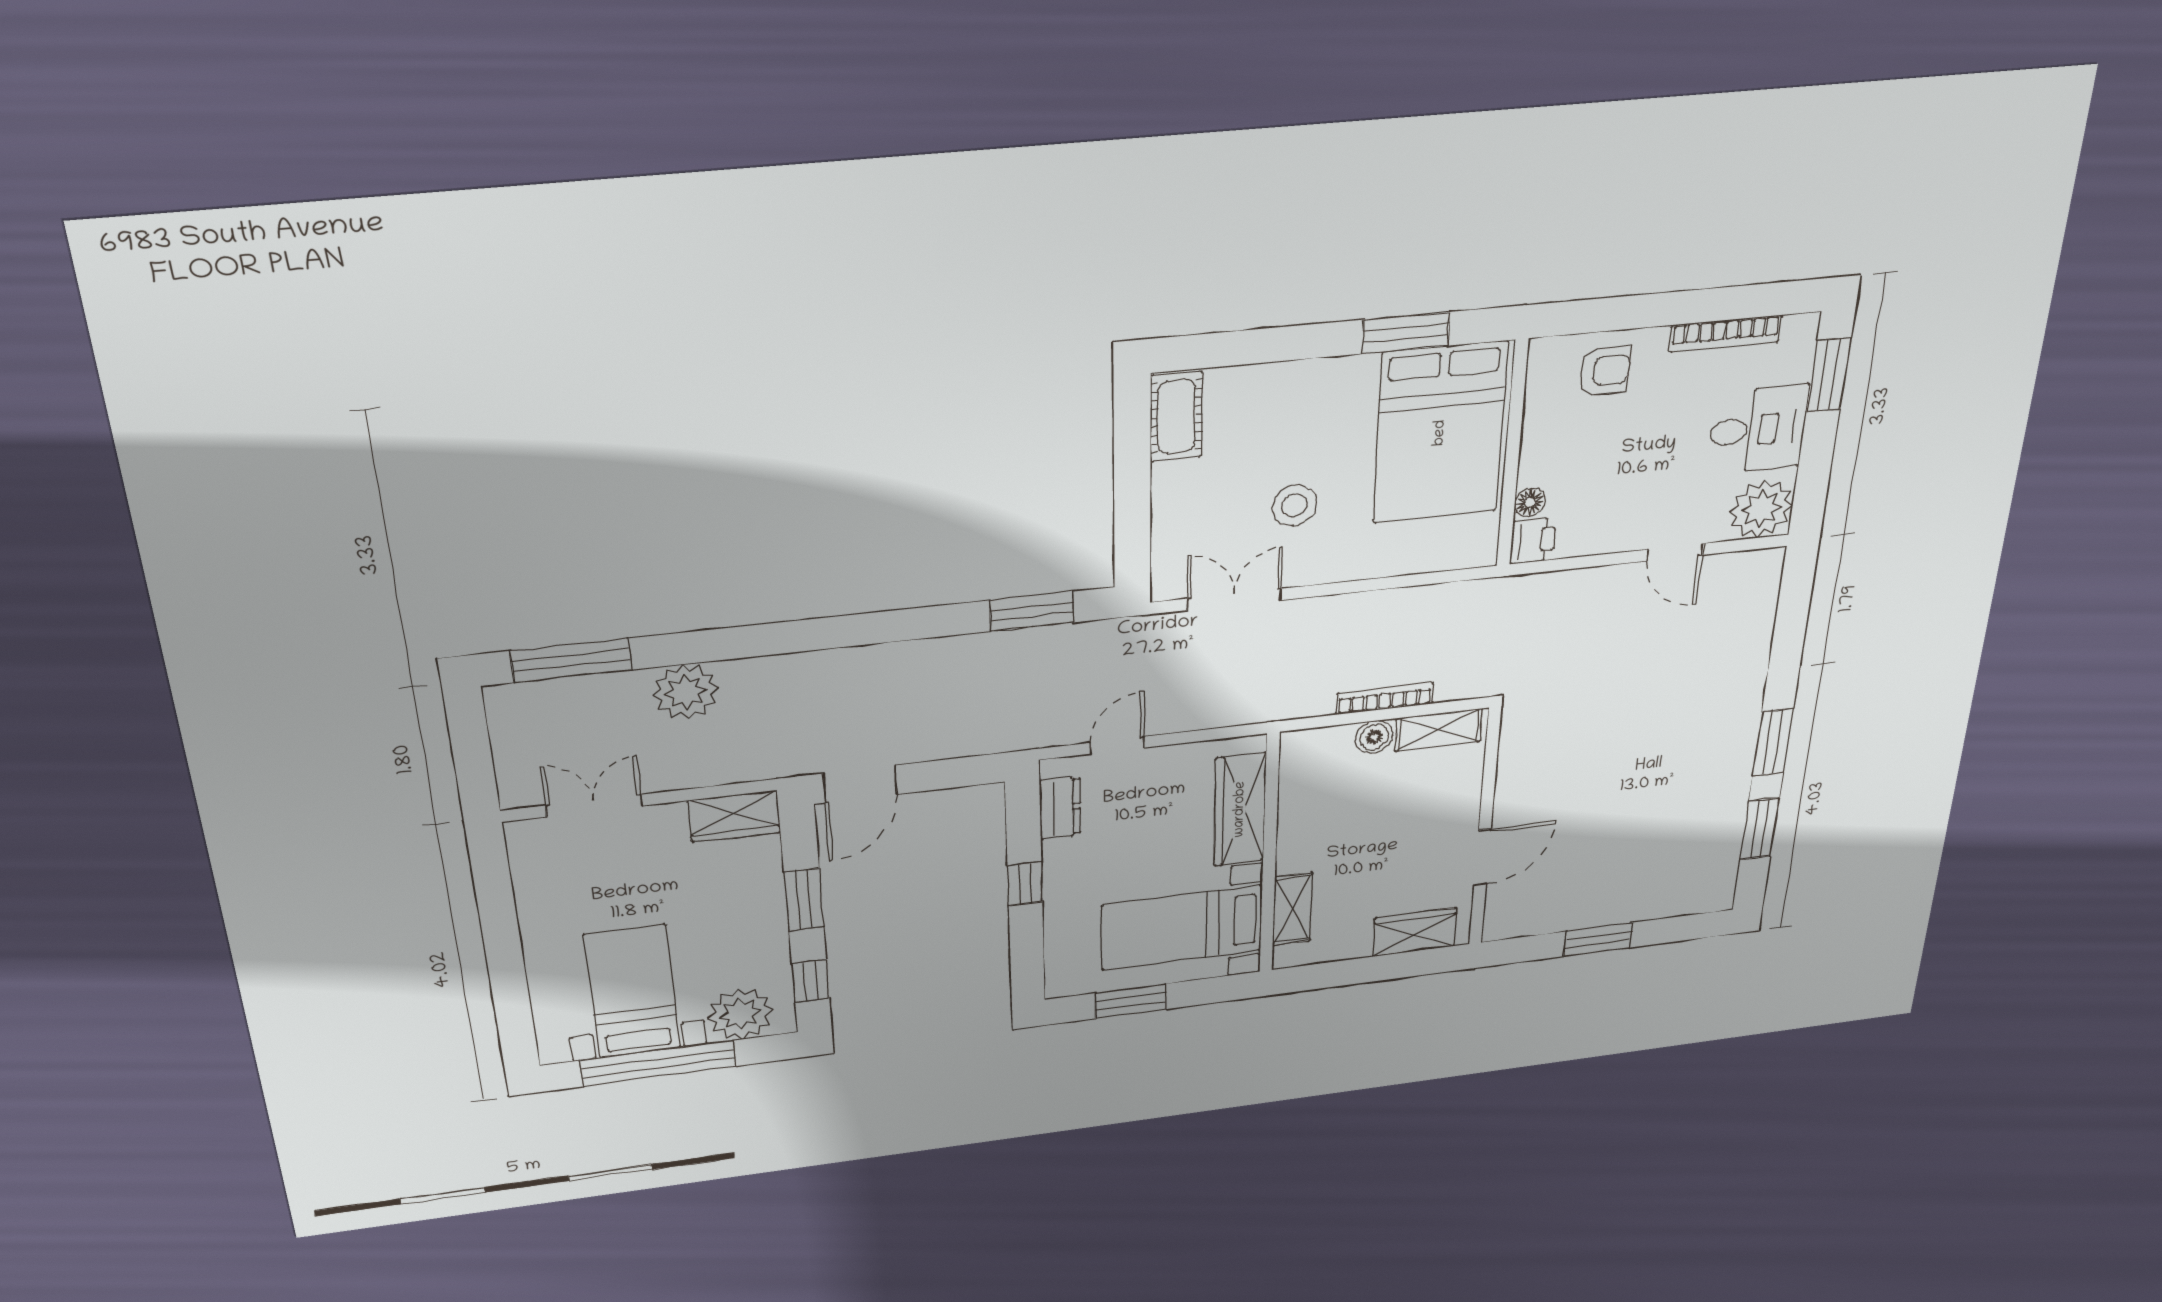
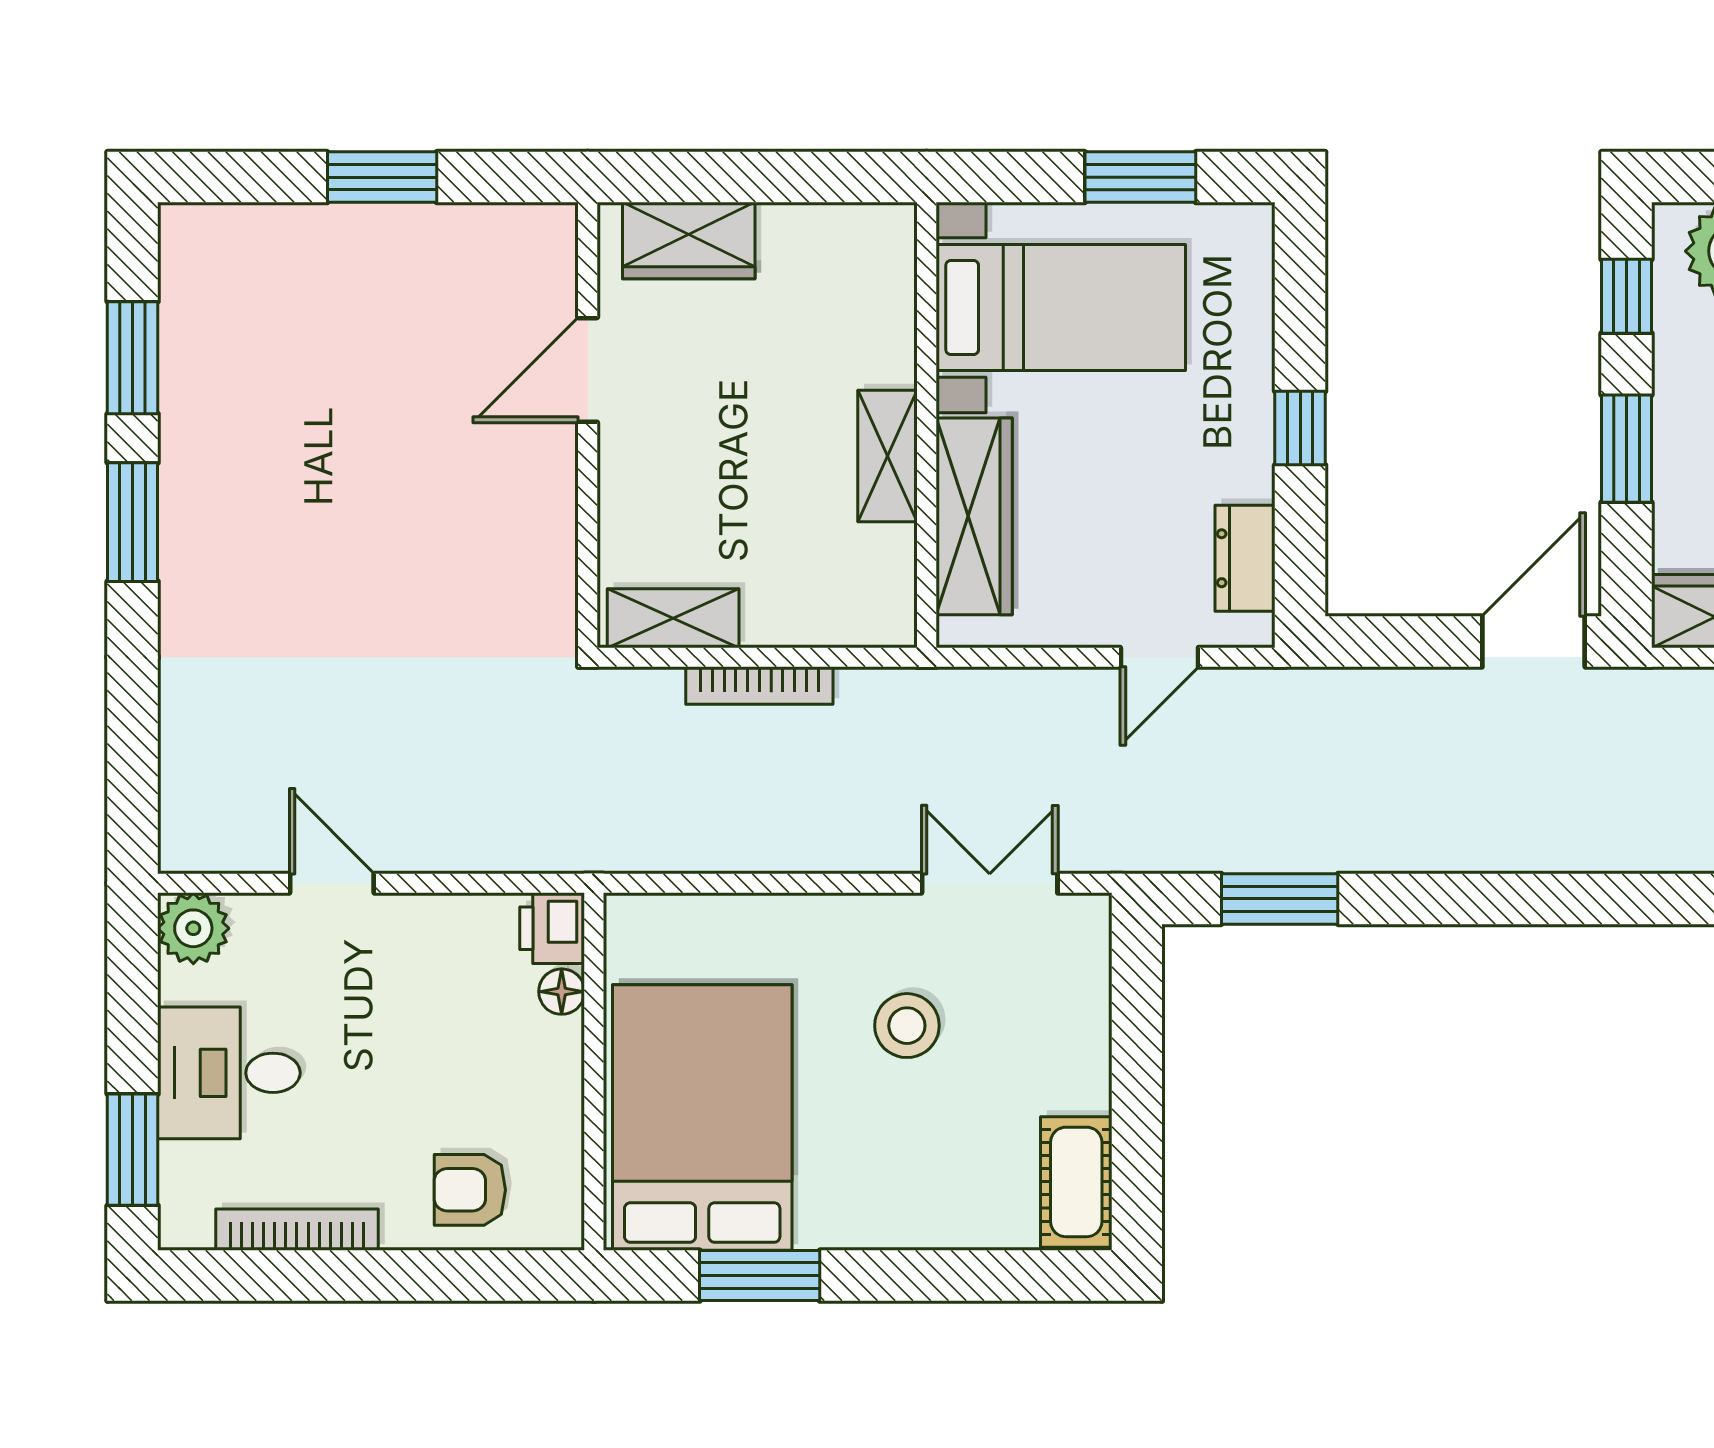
plant: (1761, 509) -> (193, 928), width x0.73, depth x0.73
double door: (1235, 599) -> (990, 883), swing flipped
boiler: (1374, 737) -> (773, 619), removed
shelving: (1292, 909) -> (888, 456), moved

